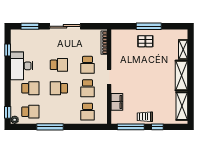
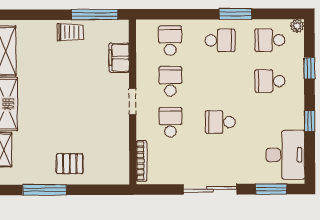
window: (149, 26) -> (45, 190), moved
window: (8, 50) -> (310, 121), moved
desk: (22, 66) -> (285, 155), moved
school desk: (59, 88) -> (220, 40), moved
window: (8, 112) -> (309, 68), moved
window: (50, 127) -> (236, 14), width x0.69
window: (157, 127) -> (48, 15), removed

